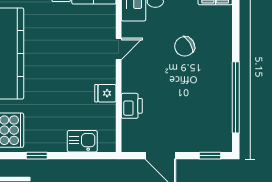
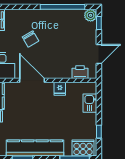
door: (119, 49) -> (32, 80), width x1.88
printer: (132, 106) -> (80, 72), moved
plant: (222, 142) -> (91, 15), added

